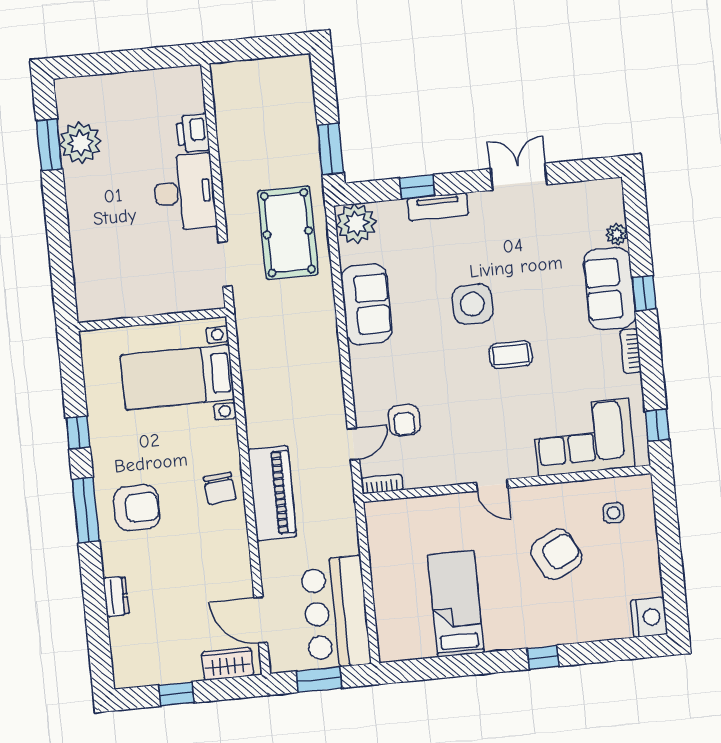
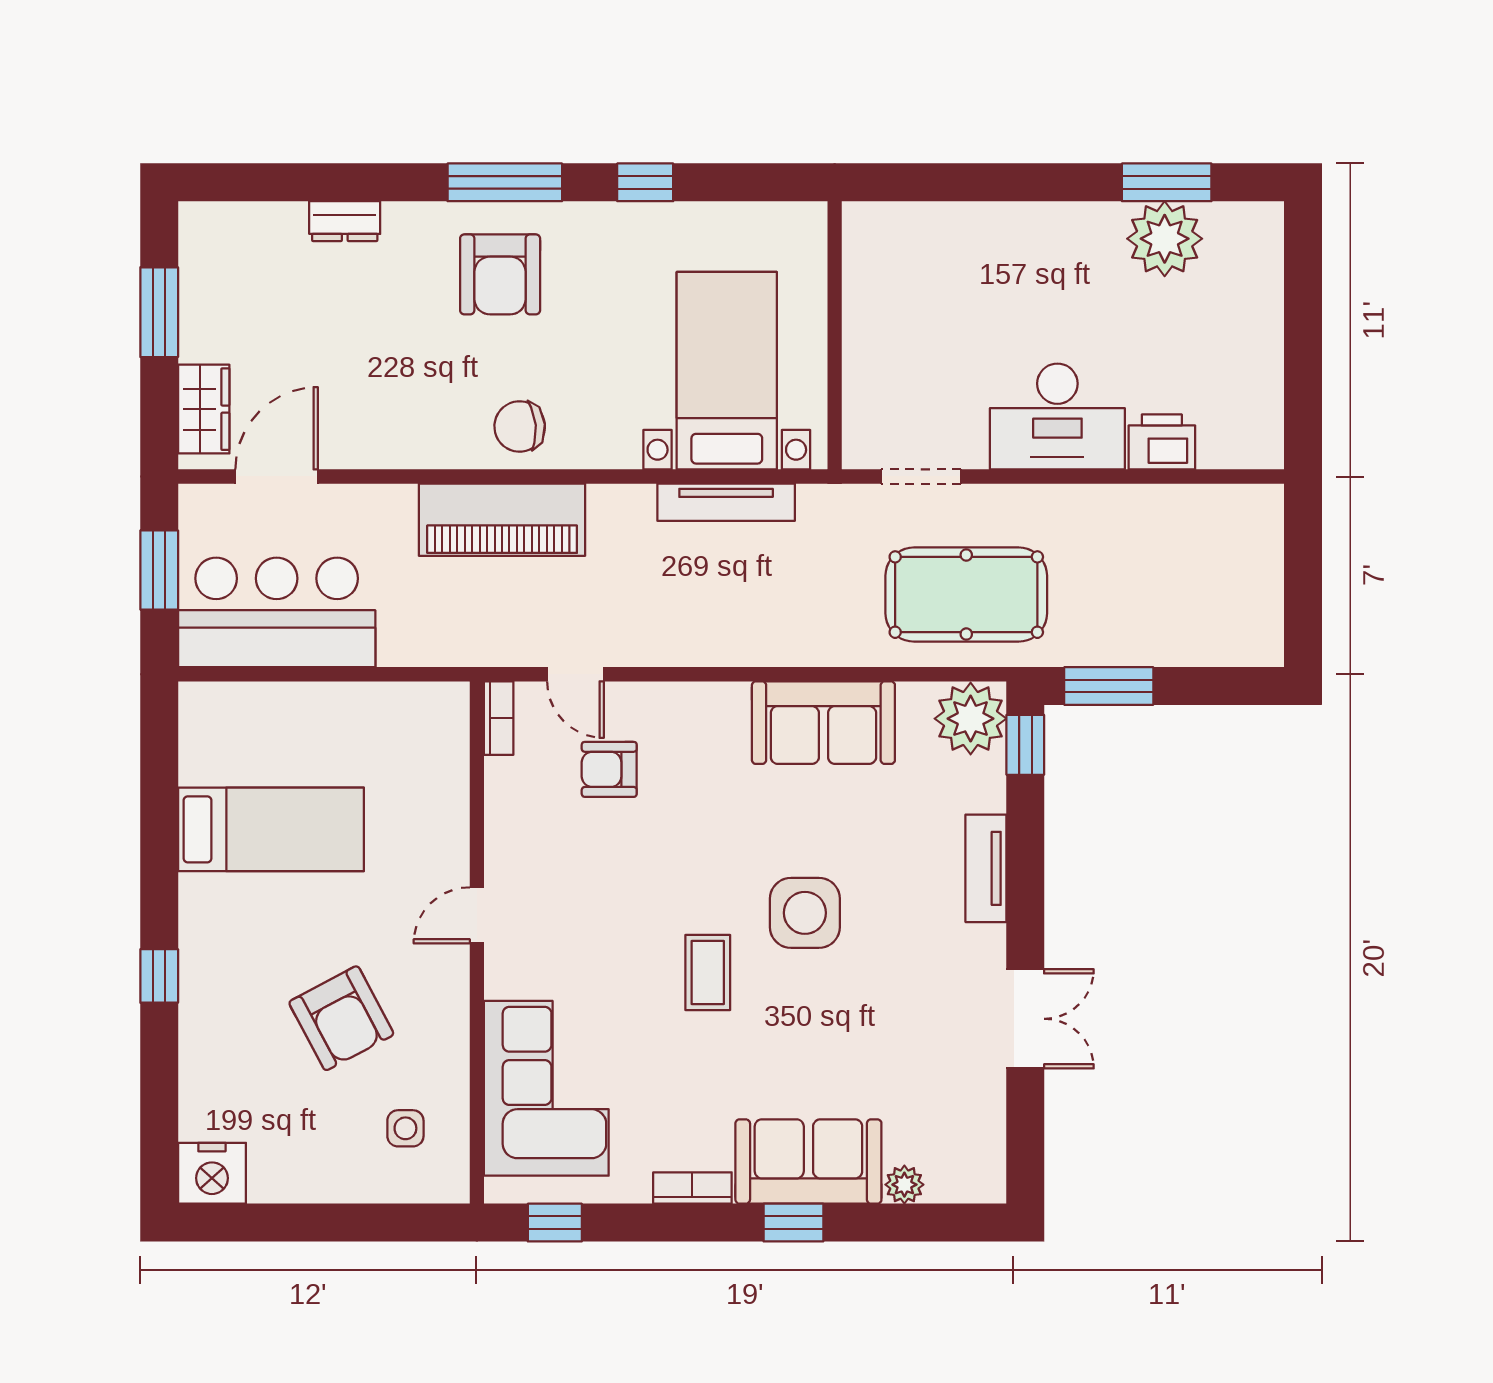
window: (417, 187) -> (1025, 745), moved
tv unit: (250, 370) -> (726, 502), added
window: (176, 694) -> (159, 312), width x1.50

